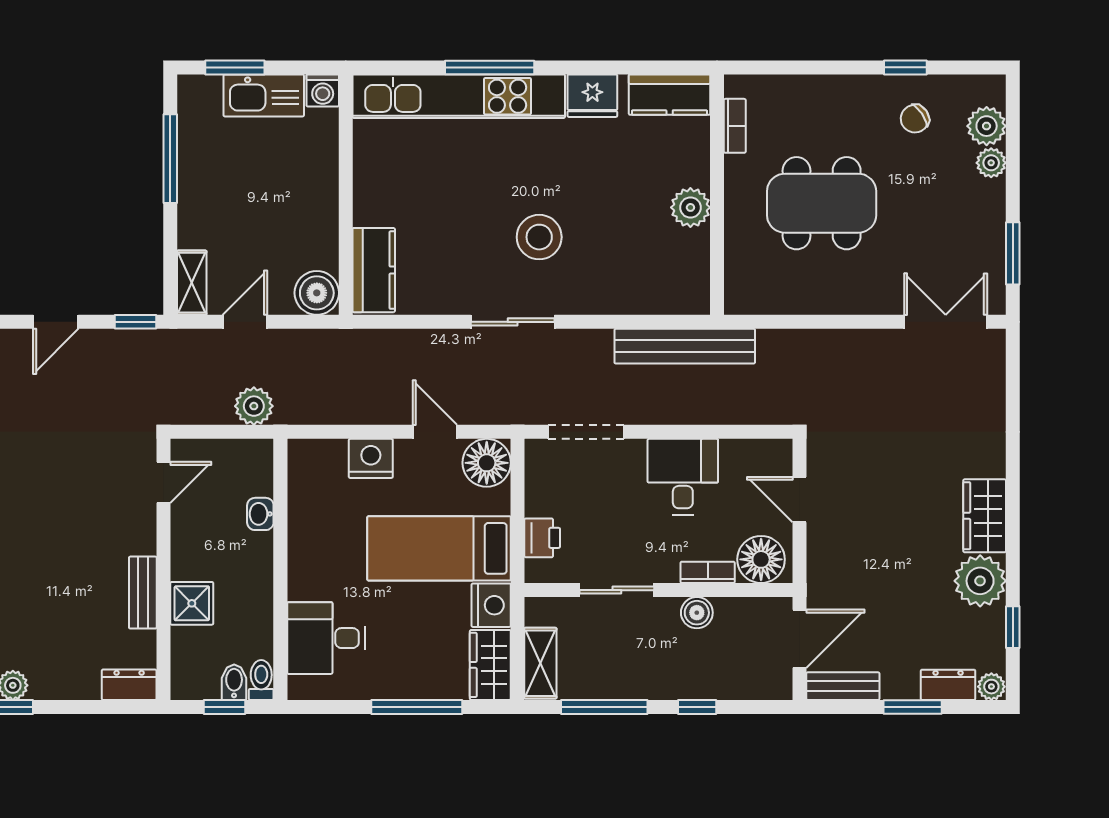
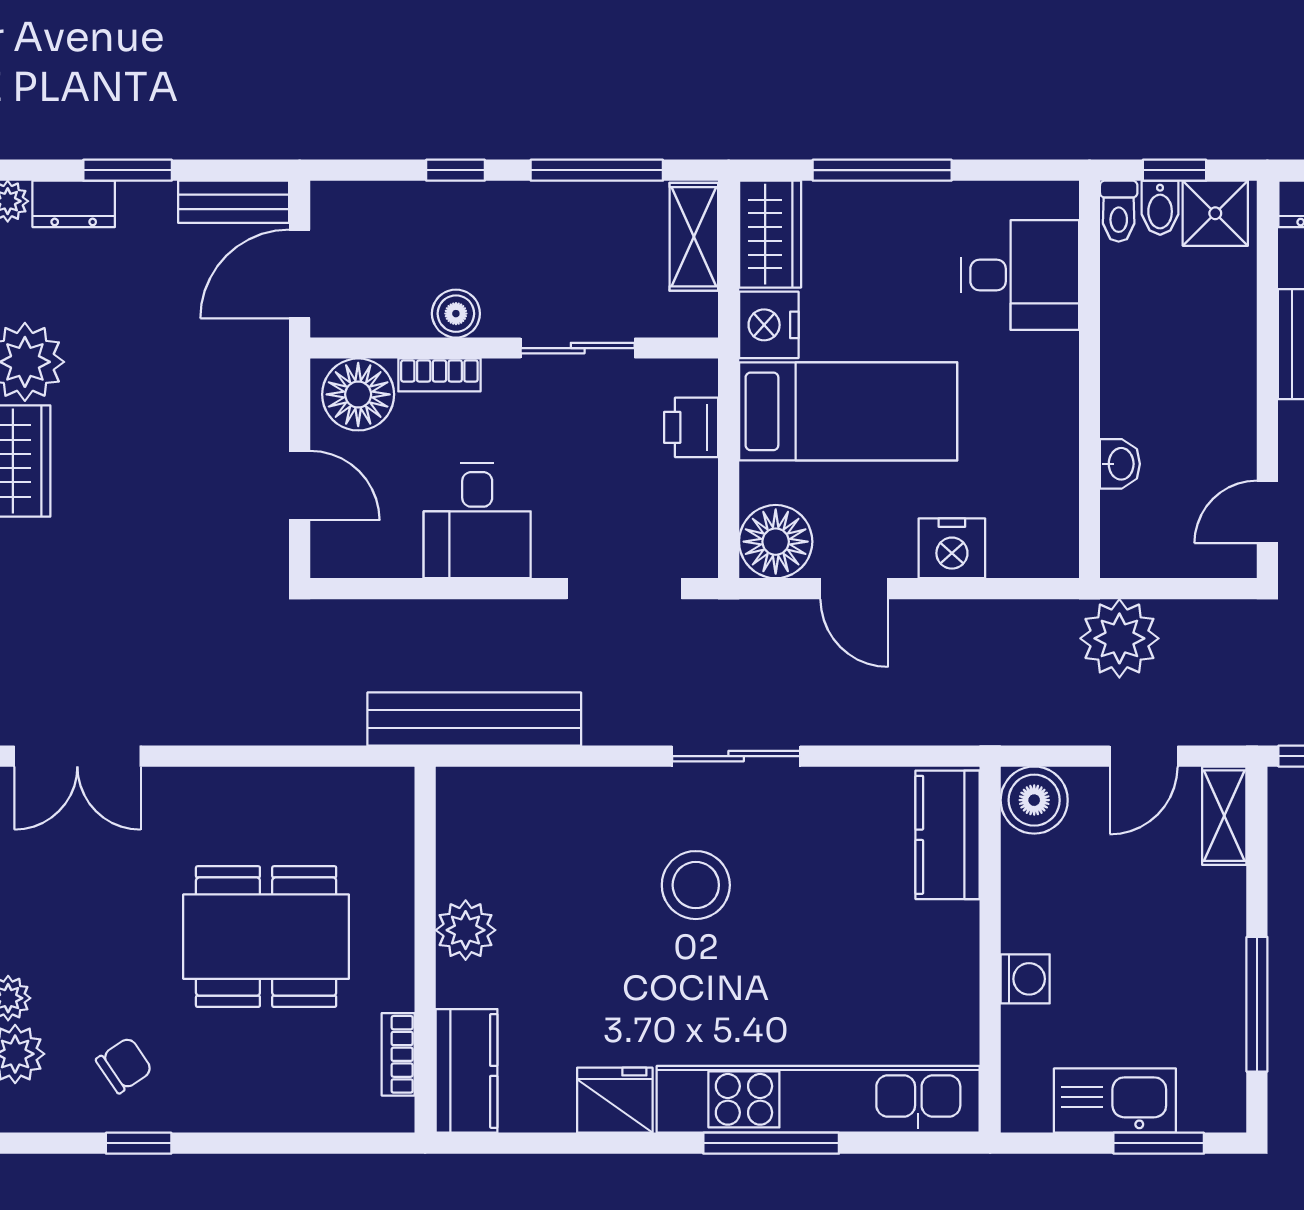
washing machine: (323, 90) -> (1025, 979), moved, turned 90
kitchen counter: (670, 95) -> (467, 1071), moved, turned 90
plant: (254, 406) -> (1119, 638), width x1.36, depth x1.36
shower: (192, 603) -> (1215, 213), moved

